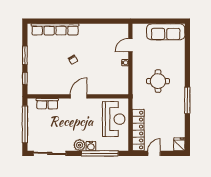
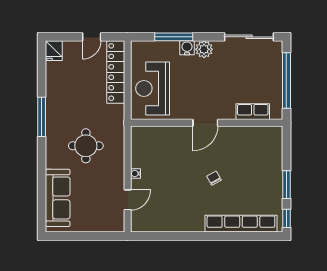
sofa: (166, 32) -> (58, 198), moved, turned 90
window: (25, 79) -> (286, 218), moved
window: (100, 153) -> (174, 37), width x0.68

